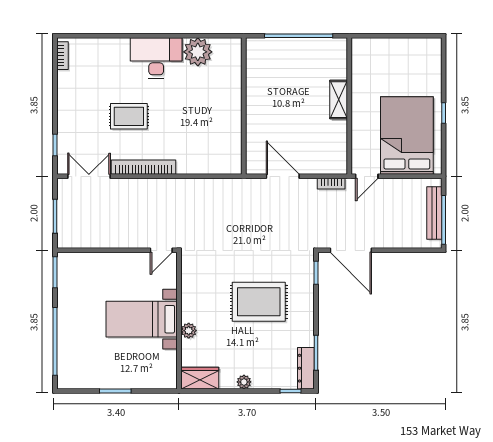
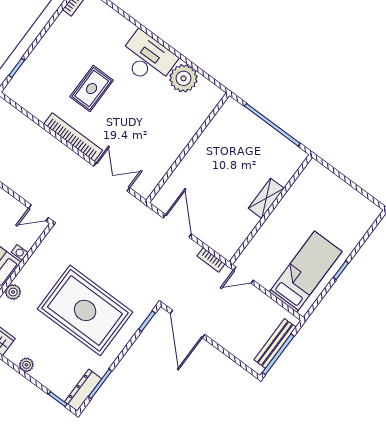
rug: (129, 116) -> (92, 89), turned 90
bed: (407, 136) -> (306, 272), width x0.67
double door: (89, 176) -> (112, 177), moved
rug: (259, 302) -> (85, 310), width x1.37, depth x1.44

